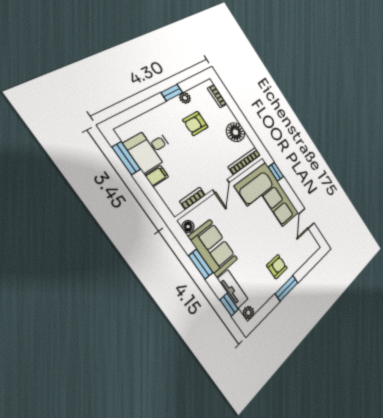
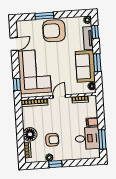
floor lamp: (235, 132) -> (30, 134), moved
armchair: (277, 267) -> (54, 31), width x1.88, depth x1.88
window: (287, 288) -> (44, 16), moved

